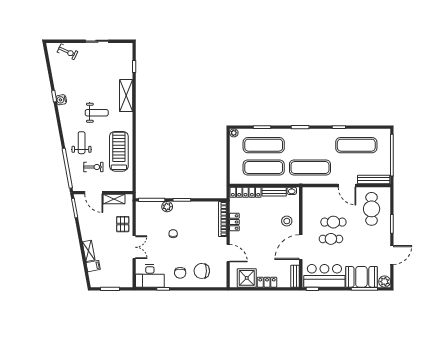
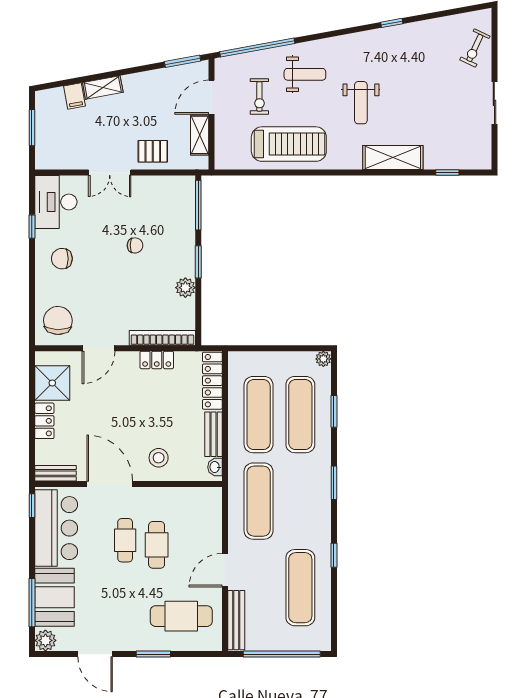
water cooler: (61, 100) -> (385, 36), removed
plant: (167, 207) -> (185, 288), moved
chair: (202, 271) -> (58, 320), moved

